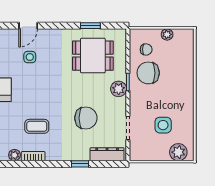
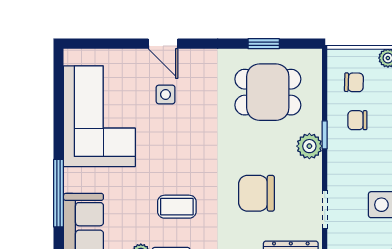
door: (28, 26) -> (163, 44), hinge flipped
chair: (148, 73) -> (357, 120), width x0.54, depth x0.54
chair: (86, 118) -> (257, 193), turned 180

